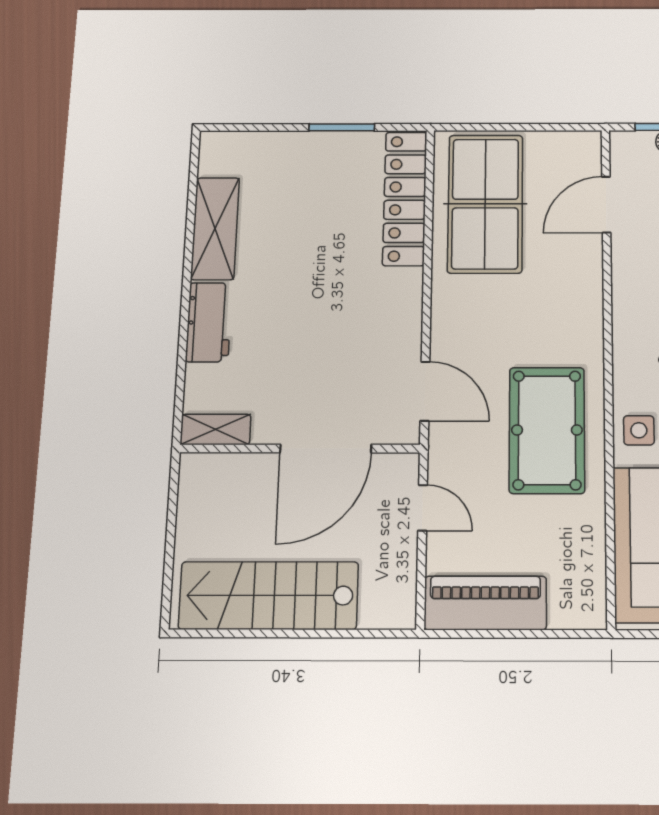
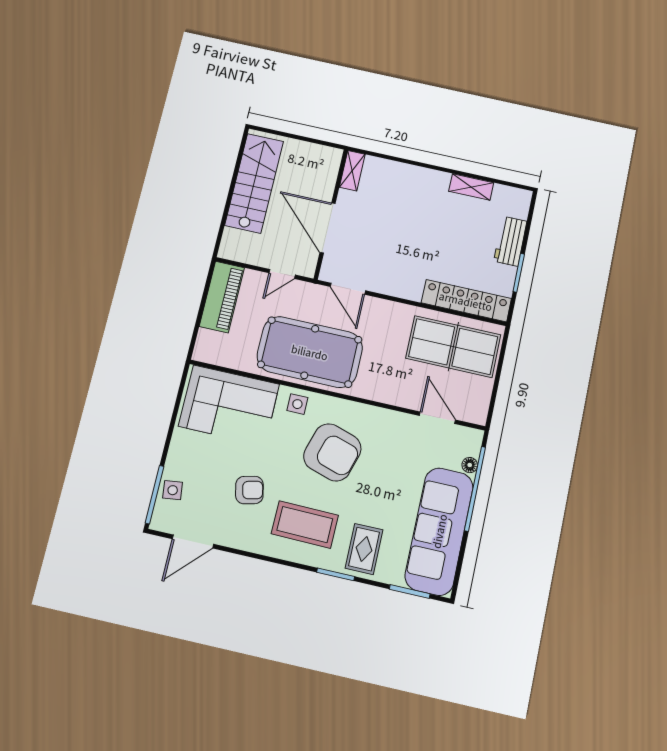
shelving: (215, 229) -> (471, 187), width x0.67, depth x0.75
workbench: (209, 322) -> (510, 241), moved, turned 90
door: (425, 391) -> (348, 289), hinge flipped
pool table: (547, 430) -> (310, 352), width x1.36, depth x1.32

